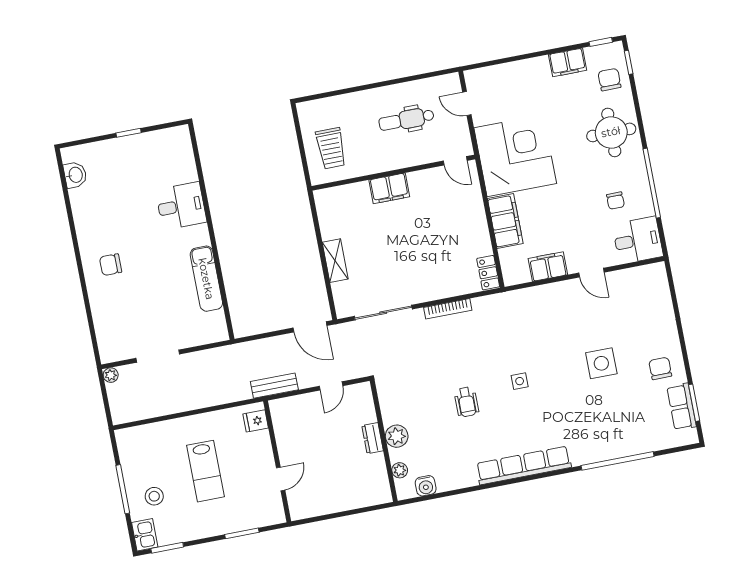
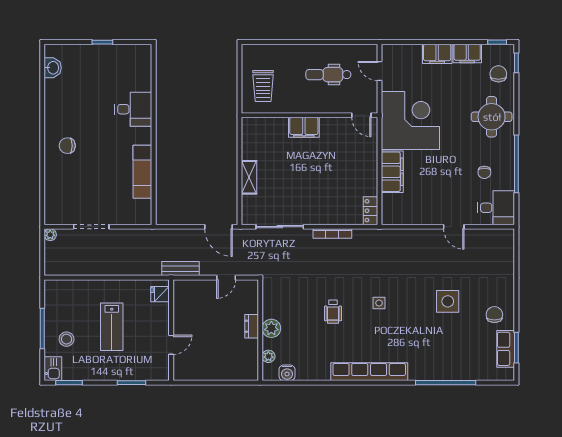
filing cabinet: (548, 267) -> (437, 54), moved, turned 180

